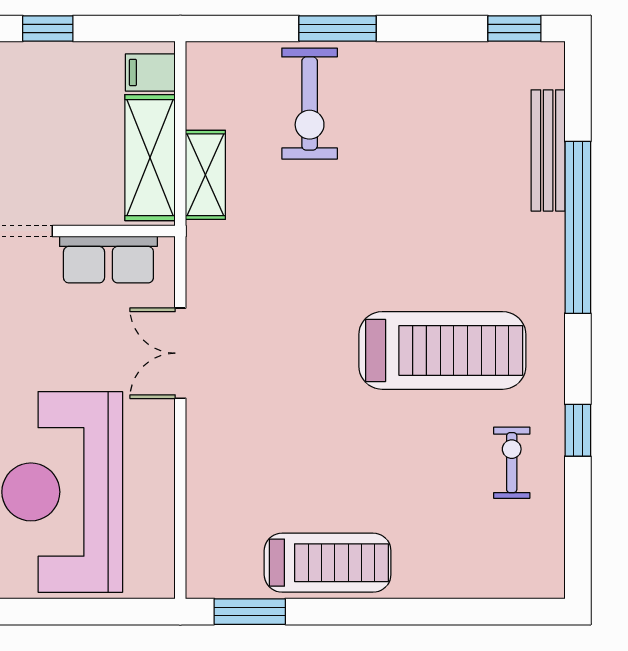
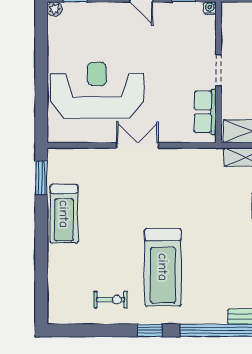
double door: (180, 353) -> (137, 145), moved
window: (578, 430) -> (150, 330), moved

